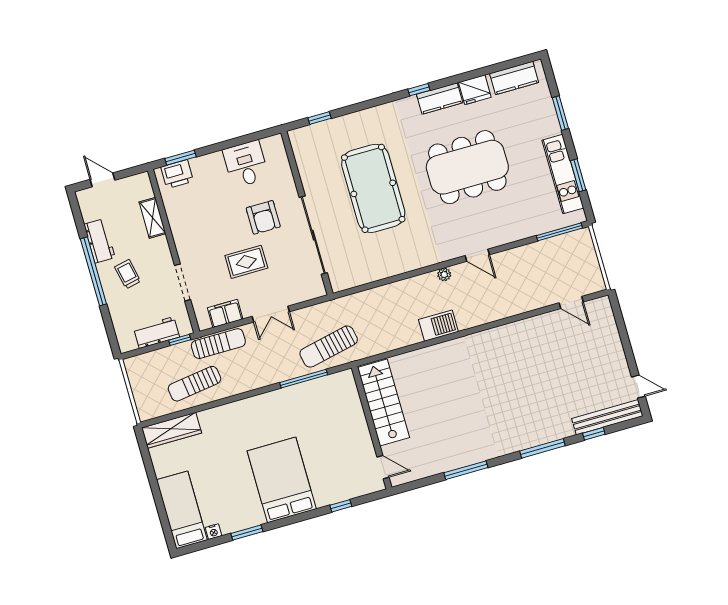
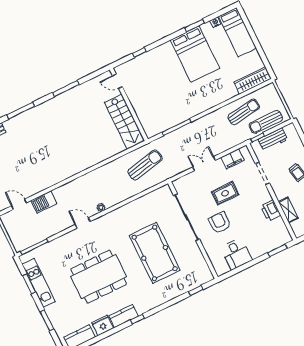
printer: (177, 174) -> (271, 211), moved, turned -90
barbecue: (438, 326) -> (44, 202), moved
sun lounger: (218, 344) -> (266, 122), moved
sun lounger: (329, 347) -> (145, 165), moved
bed: (282, 480) -> (195, 54), moved

